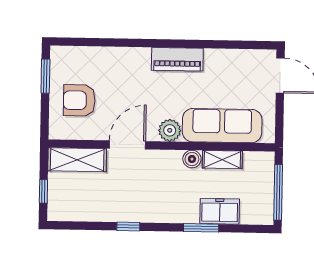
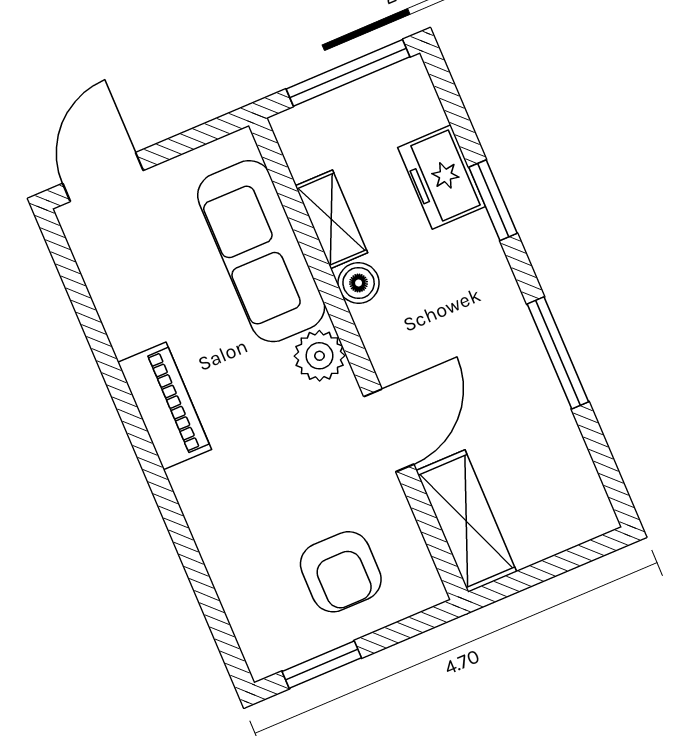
door: (127, 145) -> (389, 430), swing flipped
window: (43, 191) -> (564, 562), removed
window: (128, 227) -> (558, 353), width x2.17

